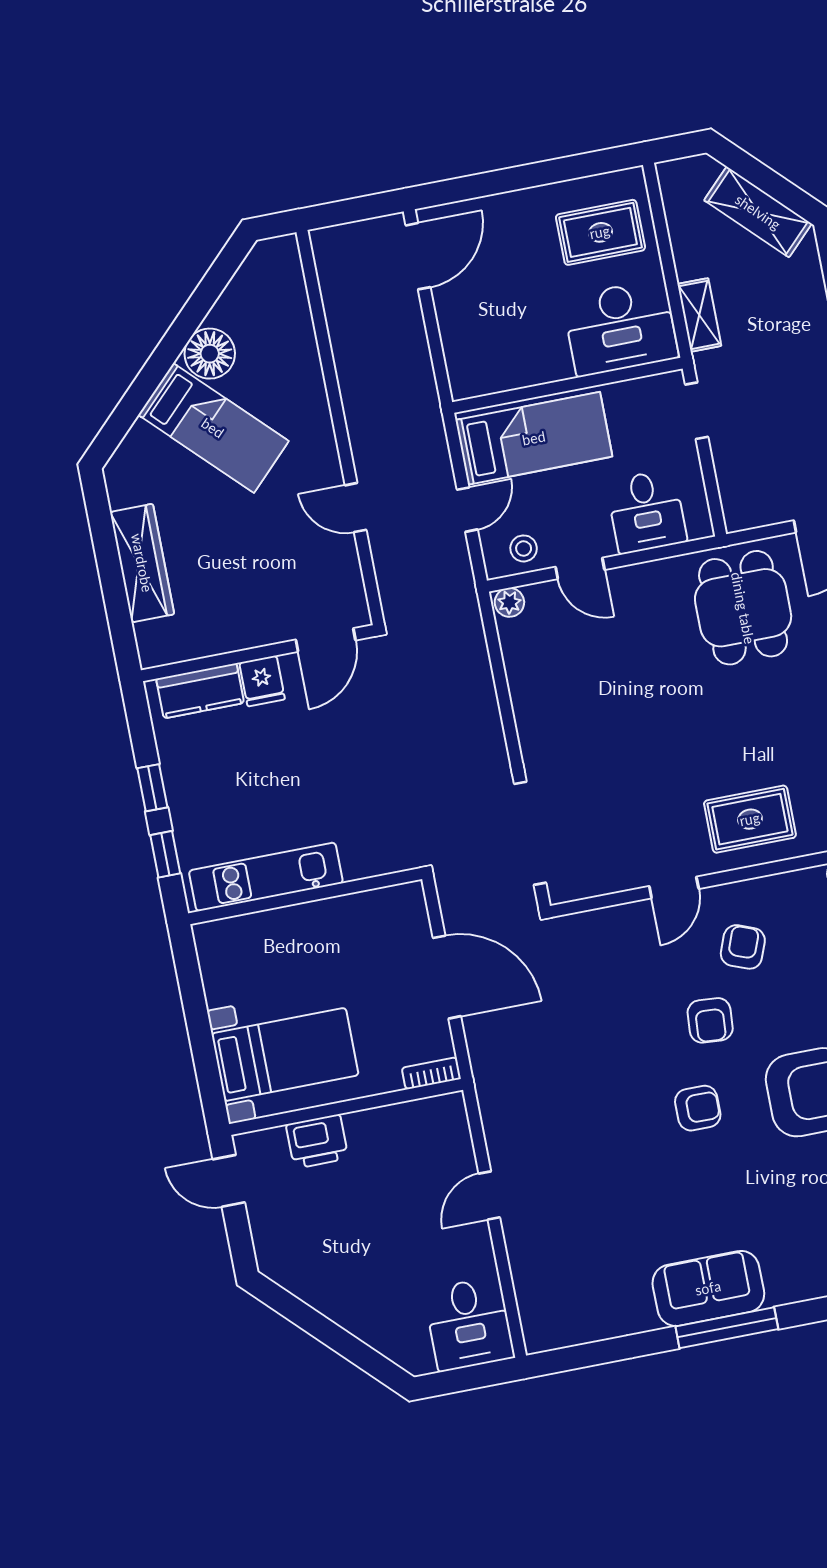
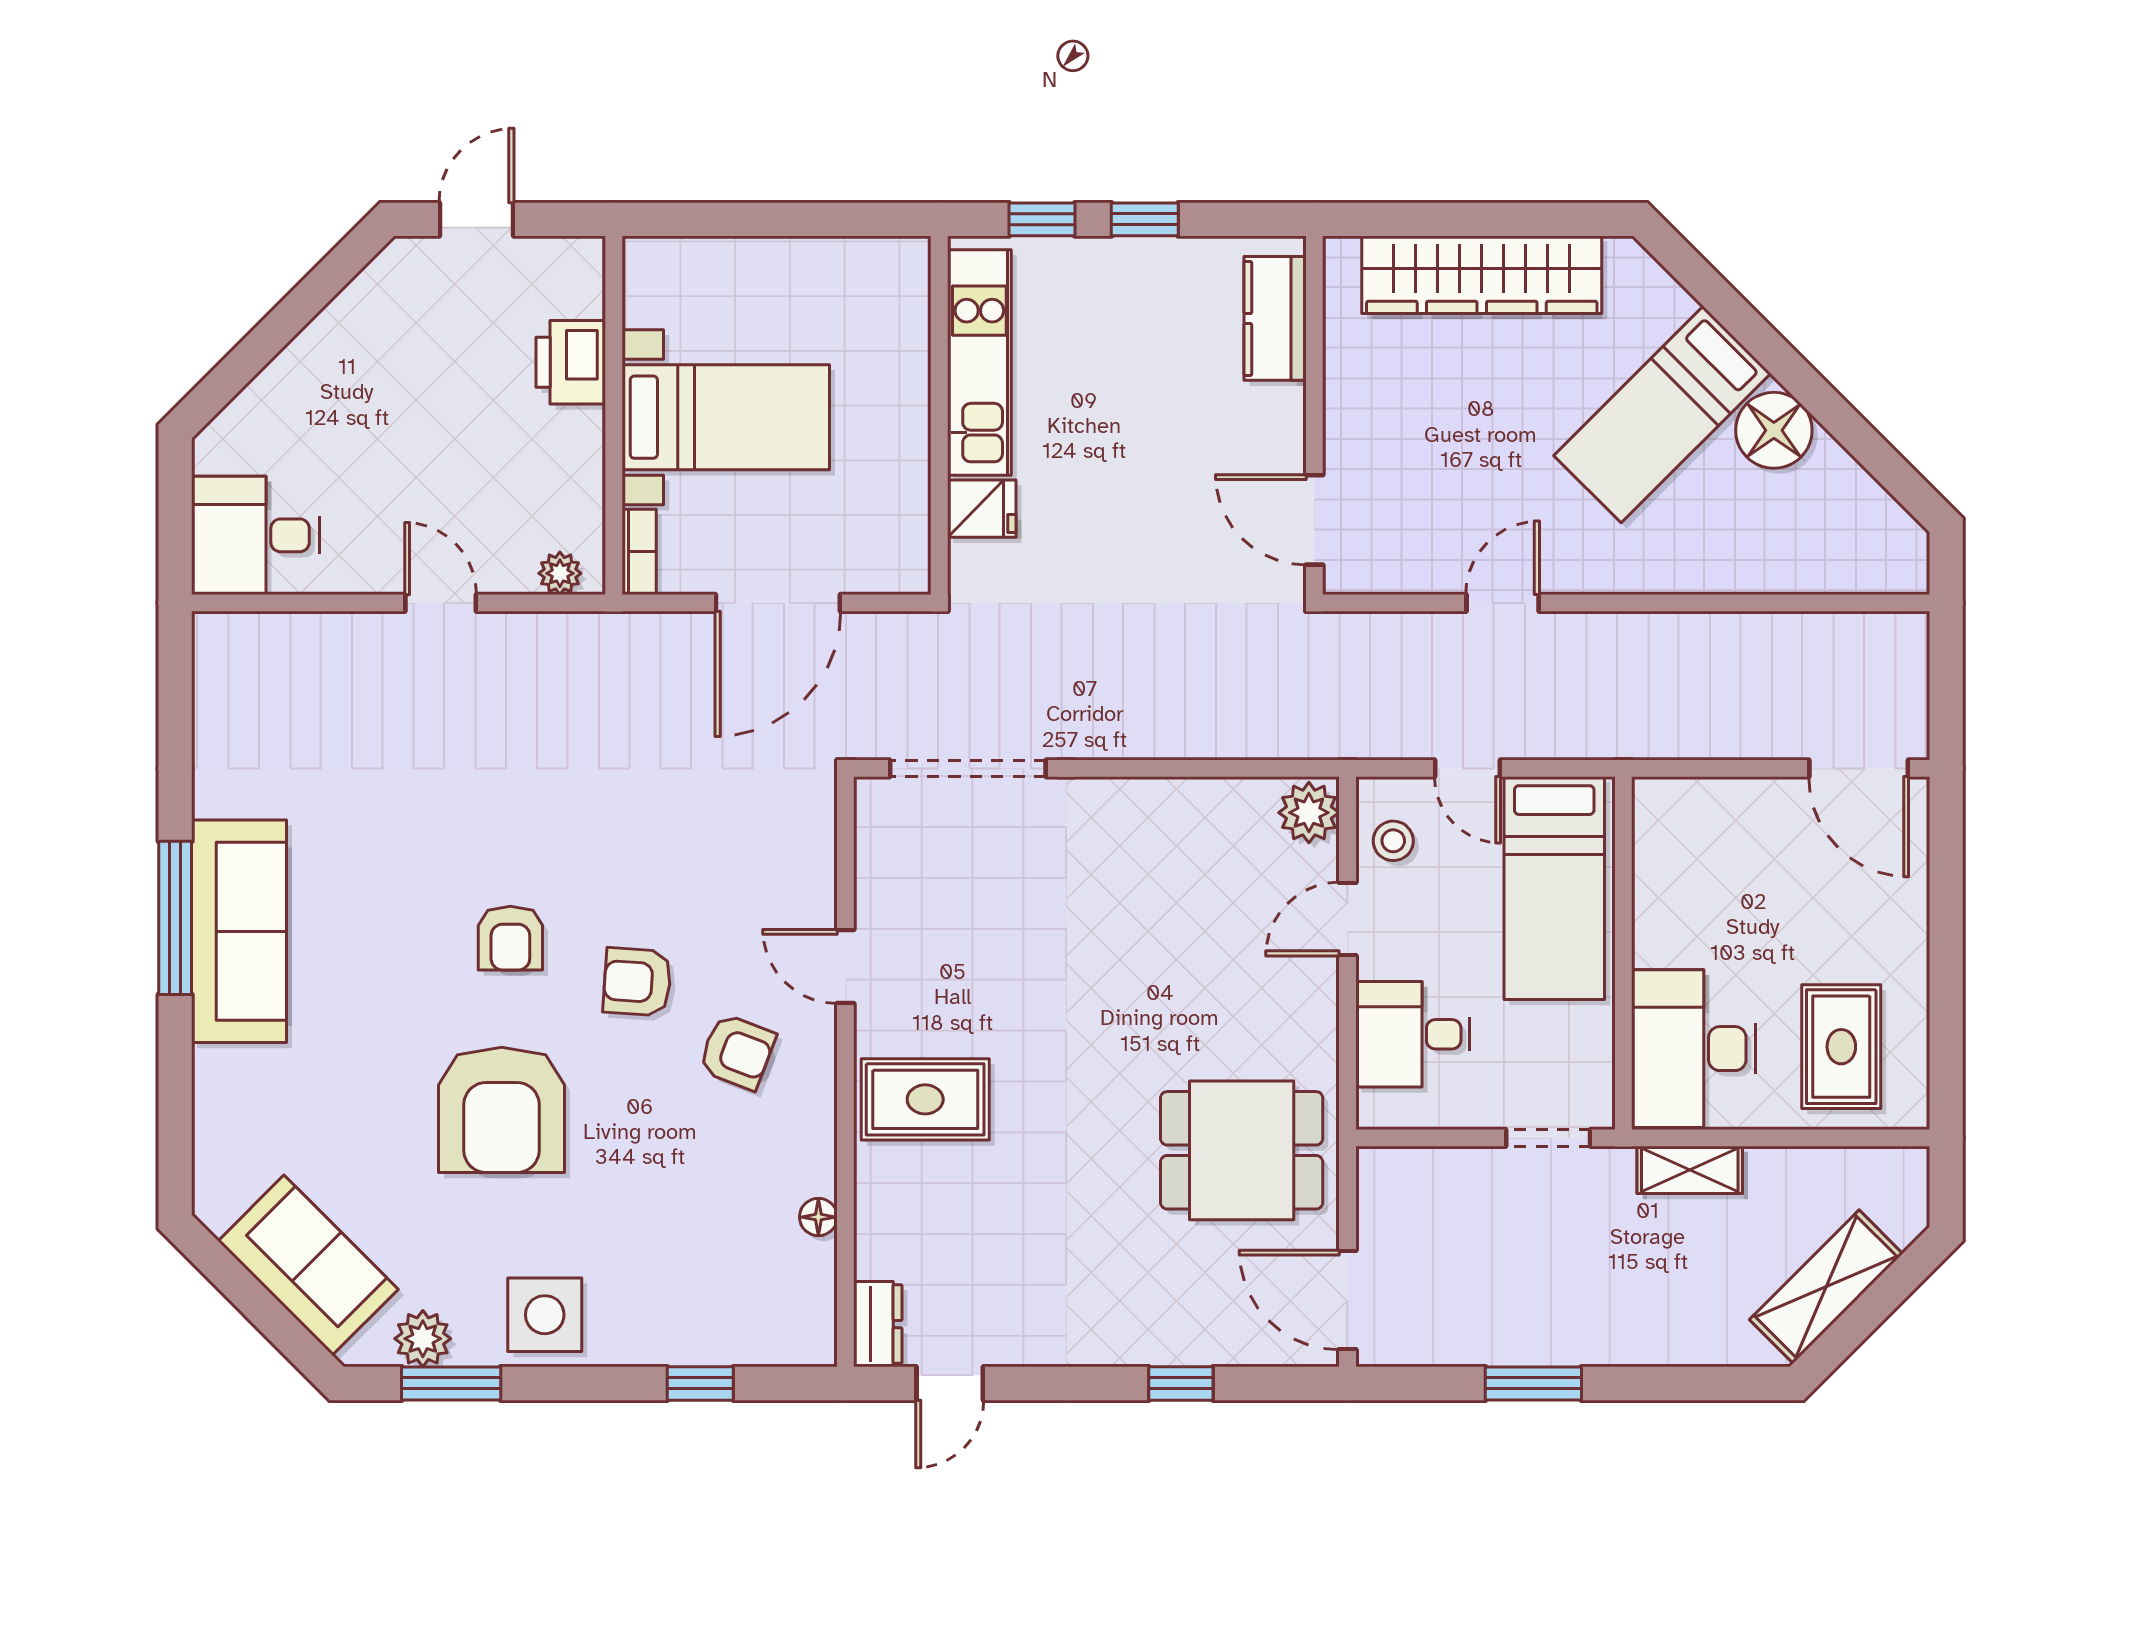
wardrobe: (142, 563) -> (1482, 275), width x1.40, depth x1.17
plant: (509, 602) -> (1309, 813), width x1.38, depth x1.38
fridge: (262, 681) -> (982, 509), moved, turned 180
rug: (750, 819) -> (925, 1099), turned 90
bed with nightstands: (285, 1054) -> (726, 417), moved, turned -90
plant: (455, 1122) -> (560, 573), added
door: (229, 1181) -> (476, 219), moved
sofa: (708, 1288) -> (239, 931), width x1.36

